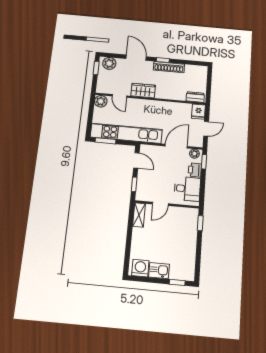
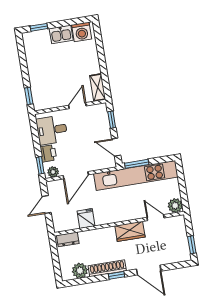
plant: (109, 63) -> (80, 271), moved
fridge: (198, 112) -> (86, 218), moved
window: (105, 141) -> (137, 164), moved

